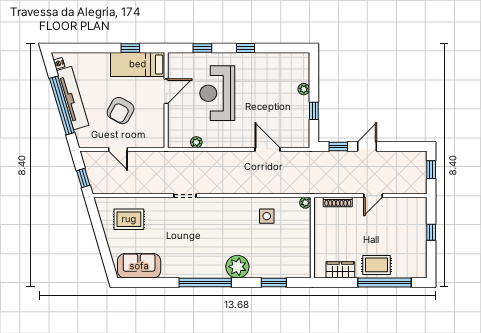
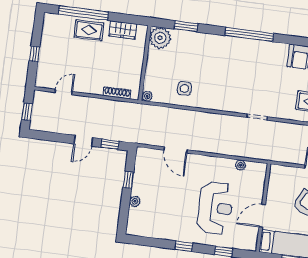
door: (373, 196) -> (64, 92), moved
plant: (237, 267) -> (160, 38), moved

